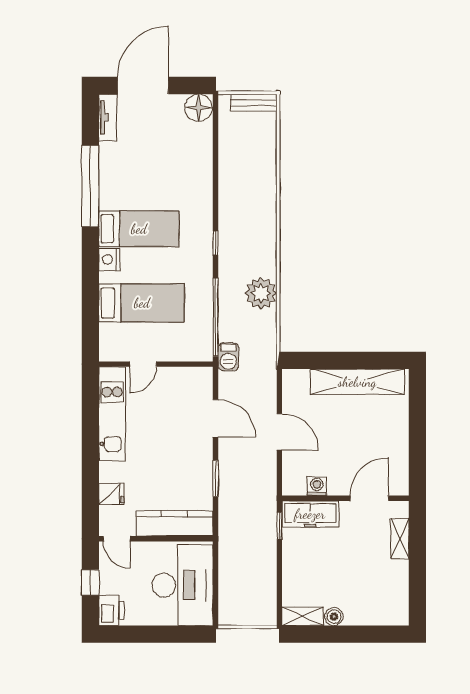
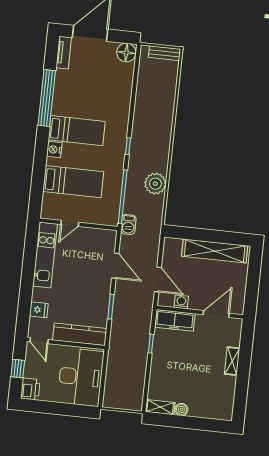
washing machine: (317, 486) -> (181, 302), moved
wall: (345, 498) -> (200, 312), moved
door: (369, 498) -> (216, 314), moved
freezer: (310, 514) -> (175, 320), moved

